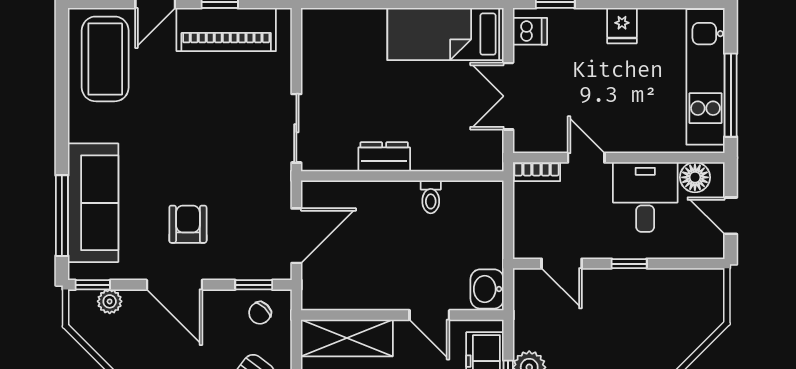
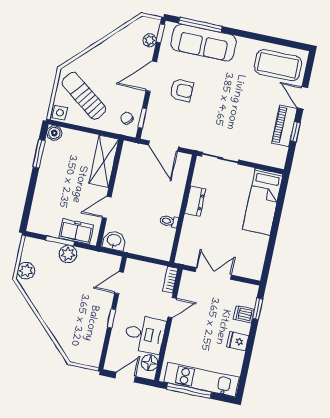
piano: (226, 30) -> (284, 126), width x0.73, depth x0.75
dishwasher: (530, 31) -> (244, 314), moved, turned 90
bed: (446, 34) -> (263, 202), moved, turned 180

